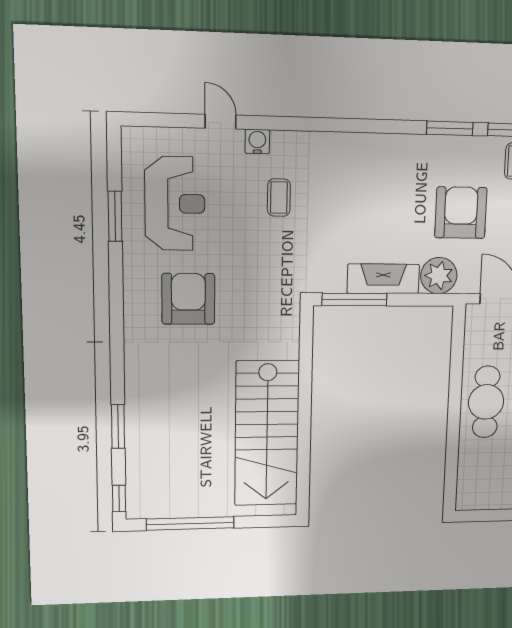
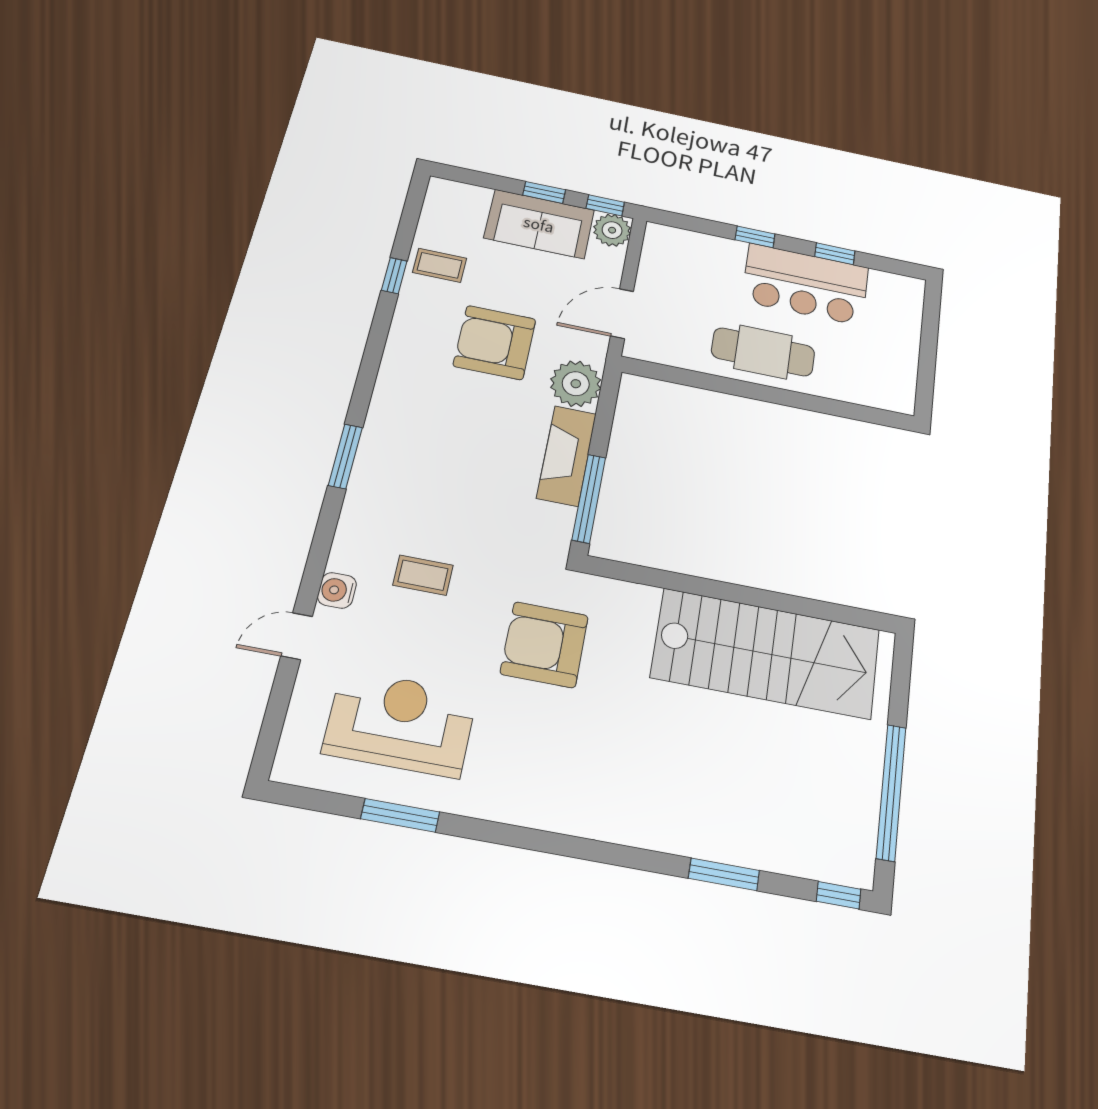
window: (450, 128) -> (345, 456), moved
armchair: (188, 299) -> (544, 645), moved

